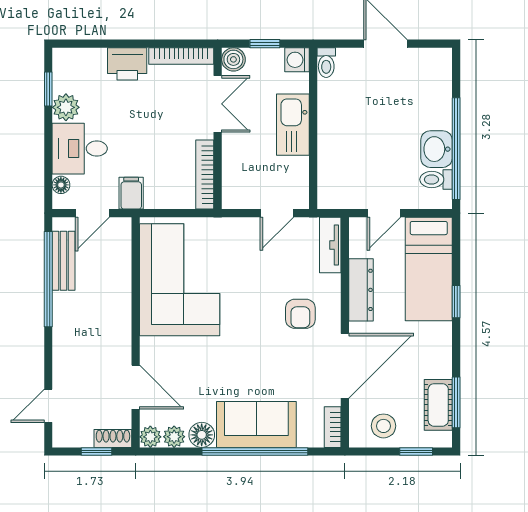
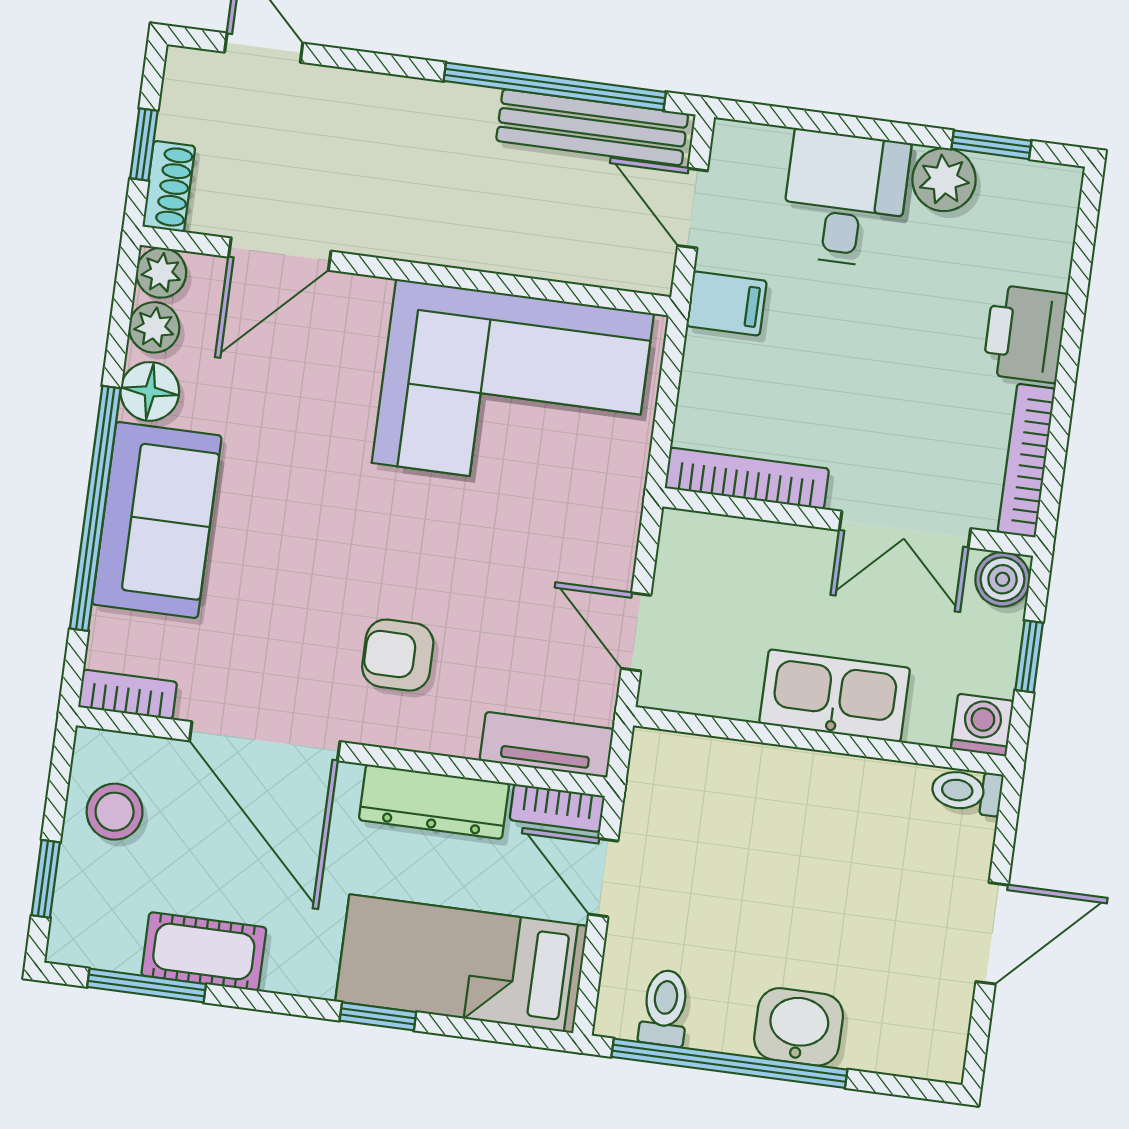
washbasin: (436, 149) -> (799, 1027), moved
floor lamp: (61, 185) -> (767, 145), removed
bookcase: (357, 237) -> (557, 808), added
bench: (64, 261) -> (592, 127), width x1.36
cot: (438, 405) -> (204, 951), moved

